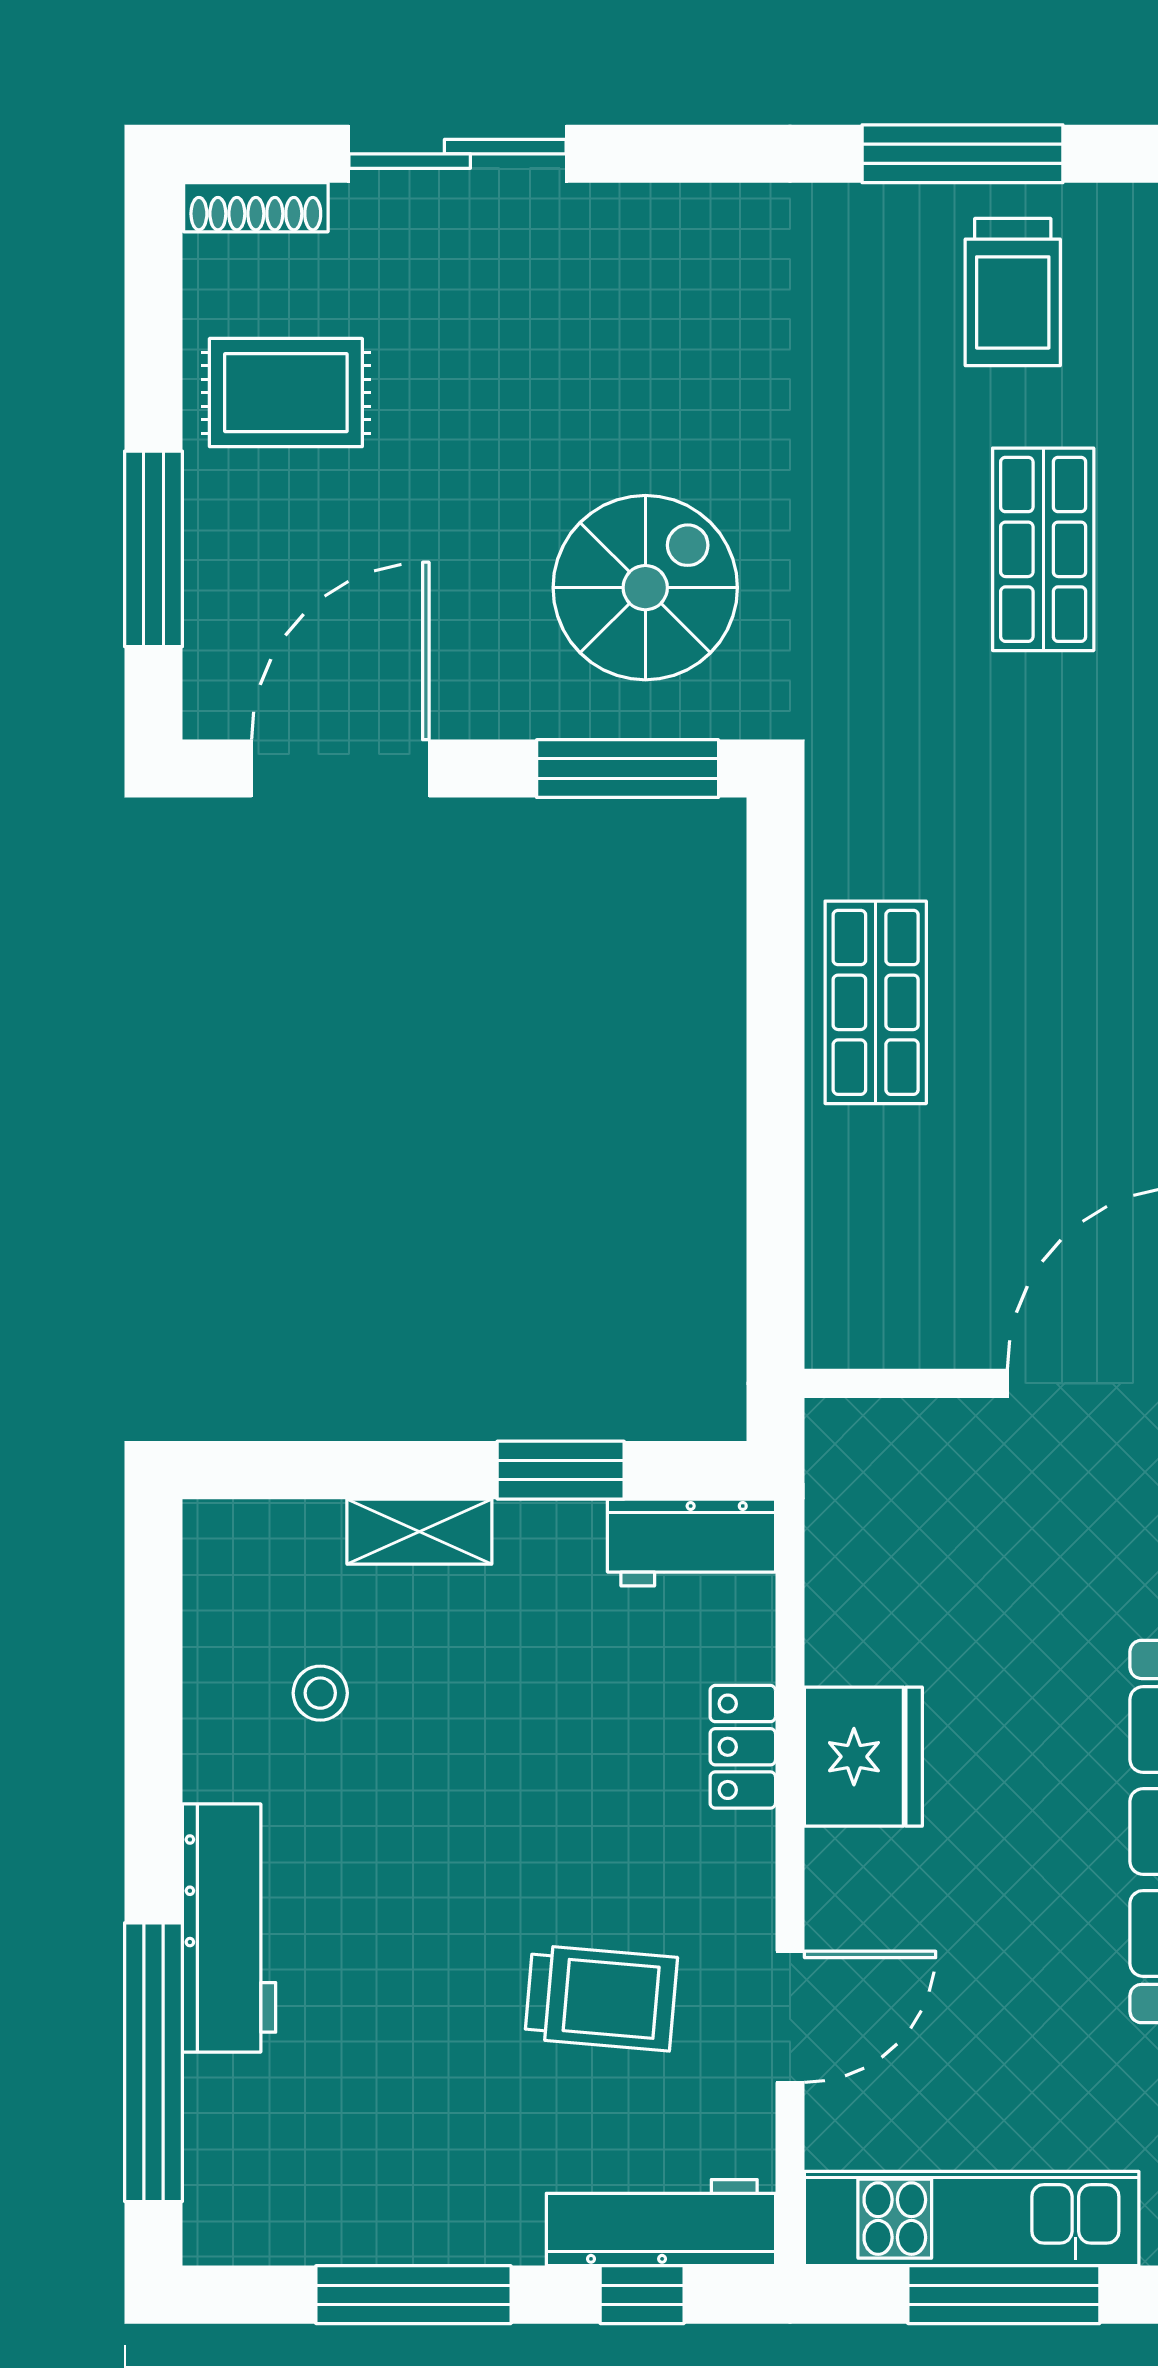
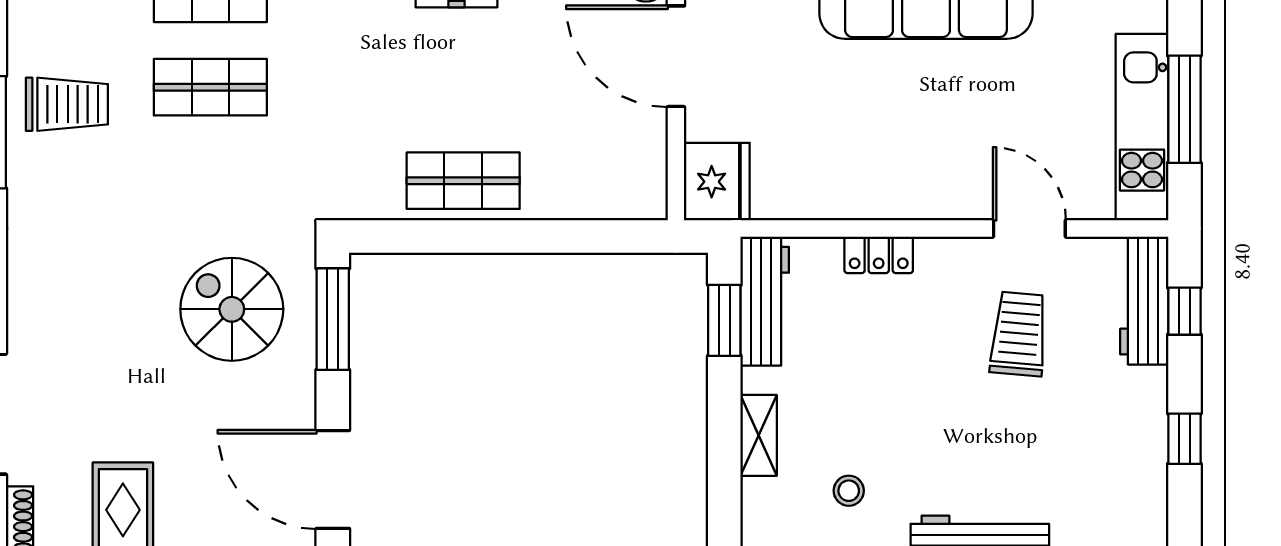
window: (561, 1470) -> (724, 320), moved
workbench: (692, 1542) -> (765, 301), width x1.38
fridge: (863, 1757) -> (717, 182), moved, turned 90
window: (413, 2295) -> (1184, 439), width x0.46

